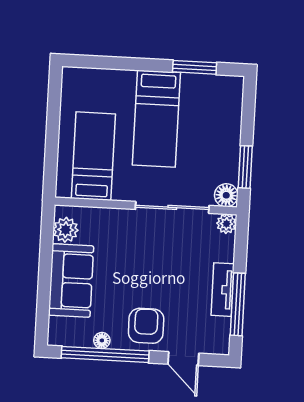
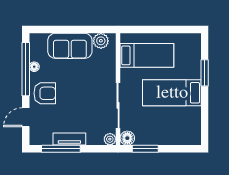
window: (195, 67) -> (205, 73), moved

